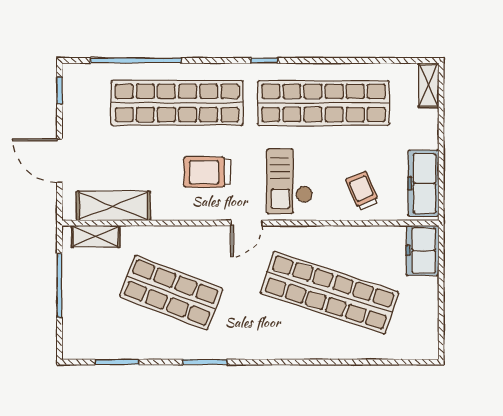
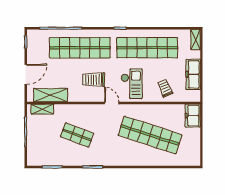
door: (59, 161) -> (26, 74), swing flipped
checkout: (290, 181) -> (132, 84), turned 180
freezer: (423, 183) -> (193, 74), moved
door: (247, 223) -> (112, 103), swing flipped
shop shelf: (171, 293) -> (77, 135), width x0.70, depth x0.74

